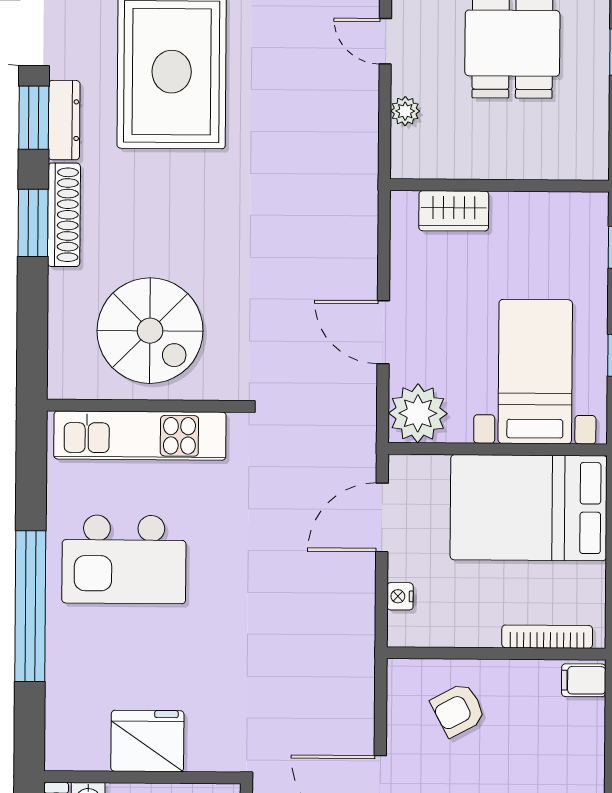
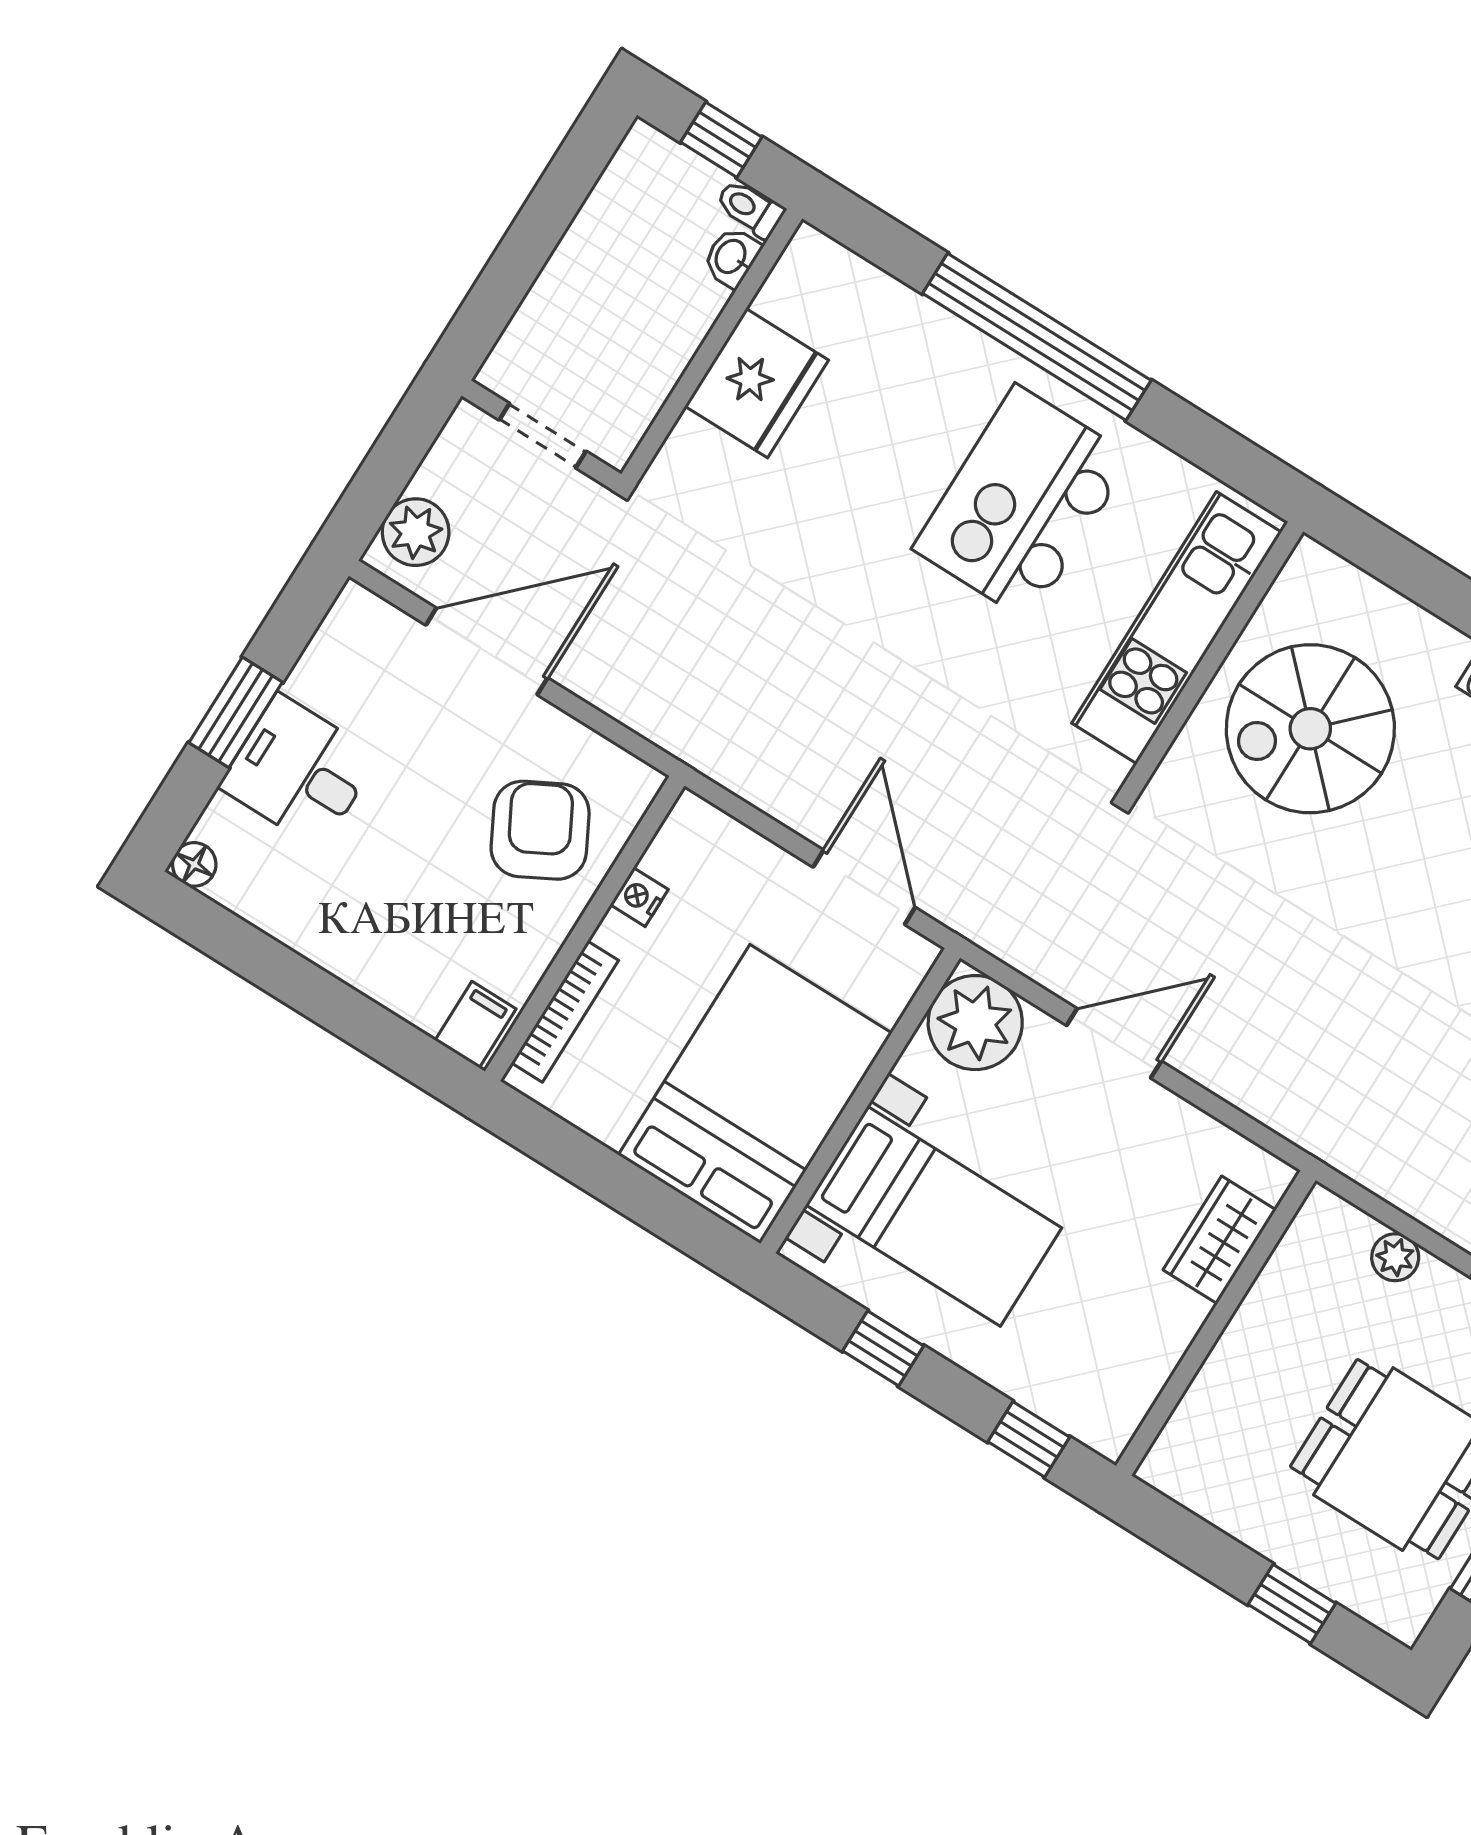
nightstand: (400, 596) -> (639, 897), moved, turned -90
armchair: (458, 710) -> (540, 830), width x1.38, depth x1.38

